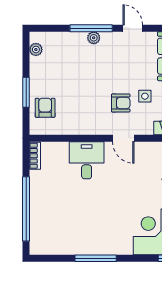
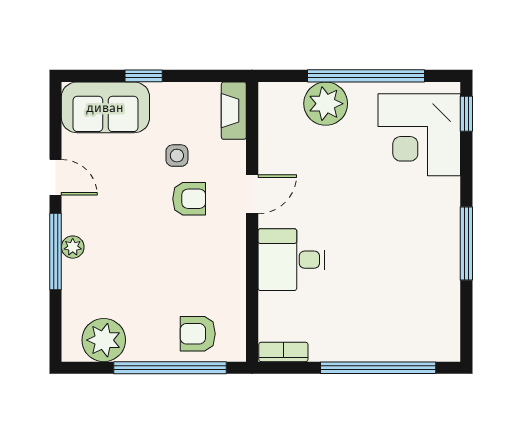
door: (133, 28) -> (56, 177), swing flipped
plant: (36, 49) -> (104, 340), width x1.88, depth x1.88
window: (26, 92) -> (170, 368), width x2.11
armchair: (121, 103) -> (189, 199), turned 90

